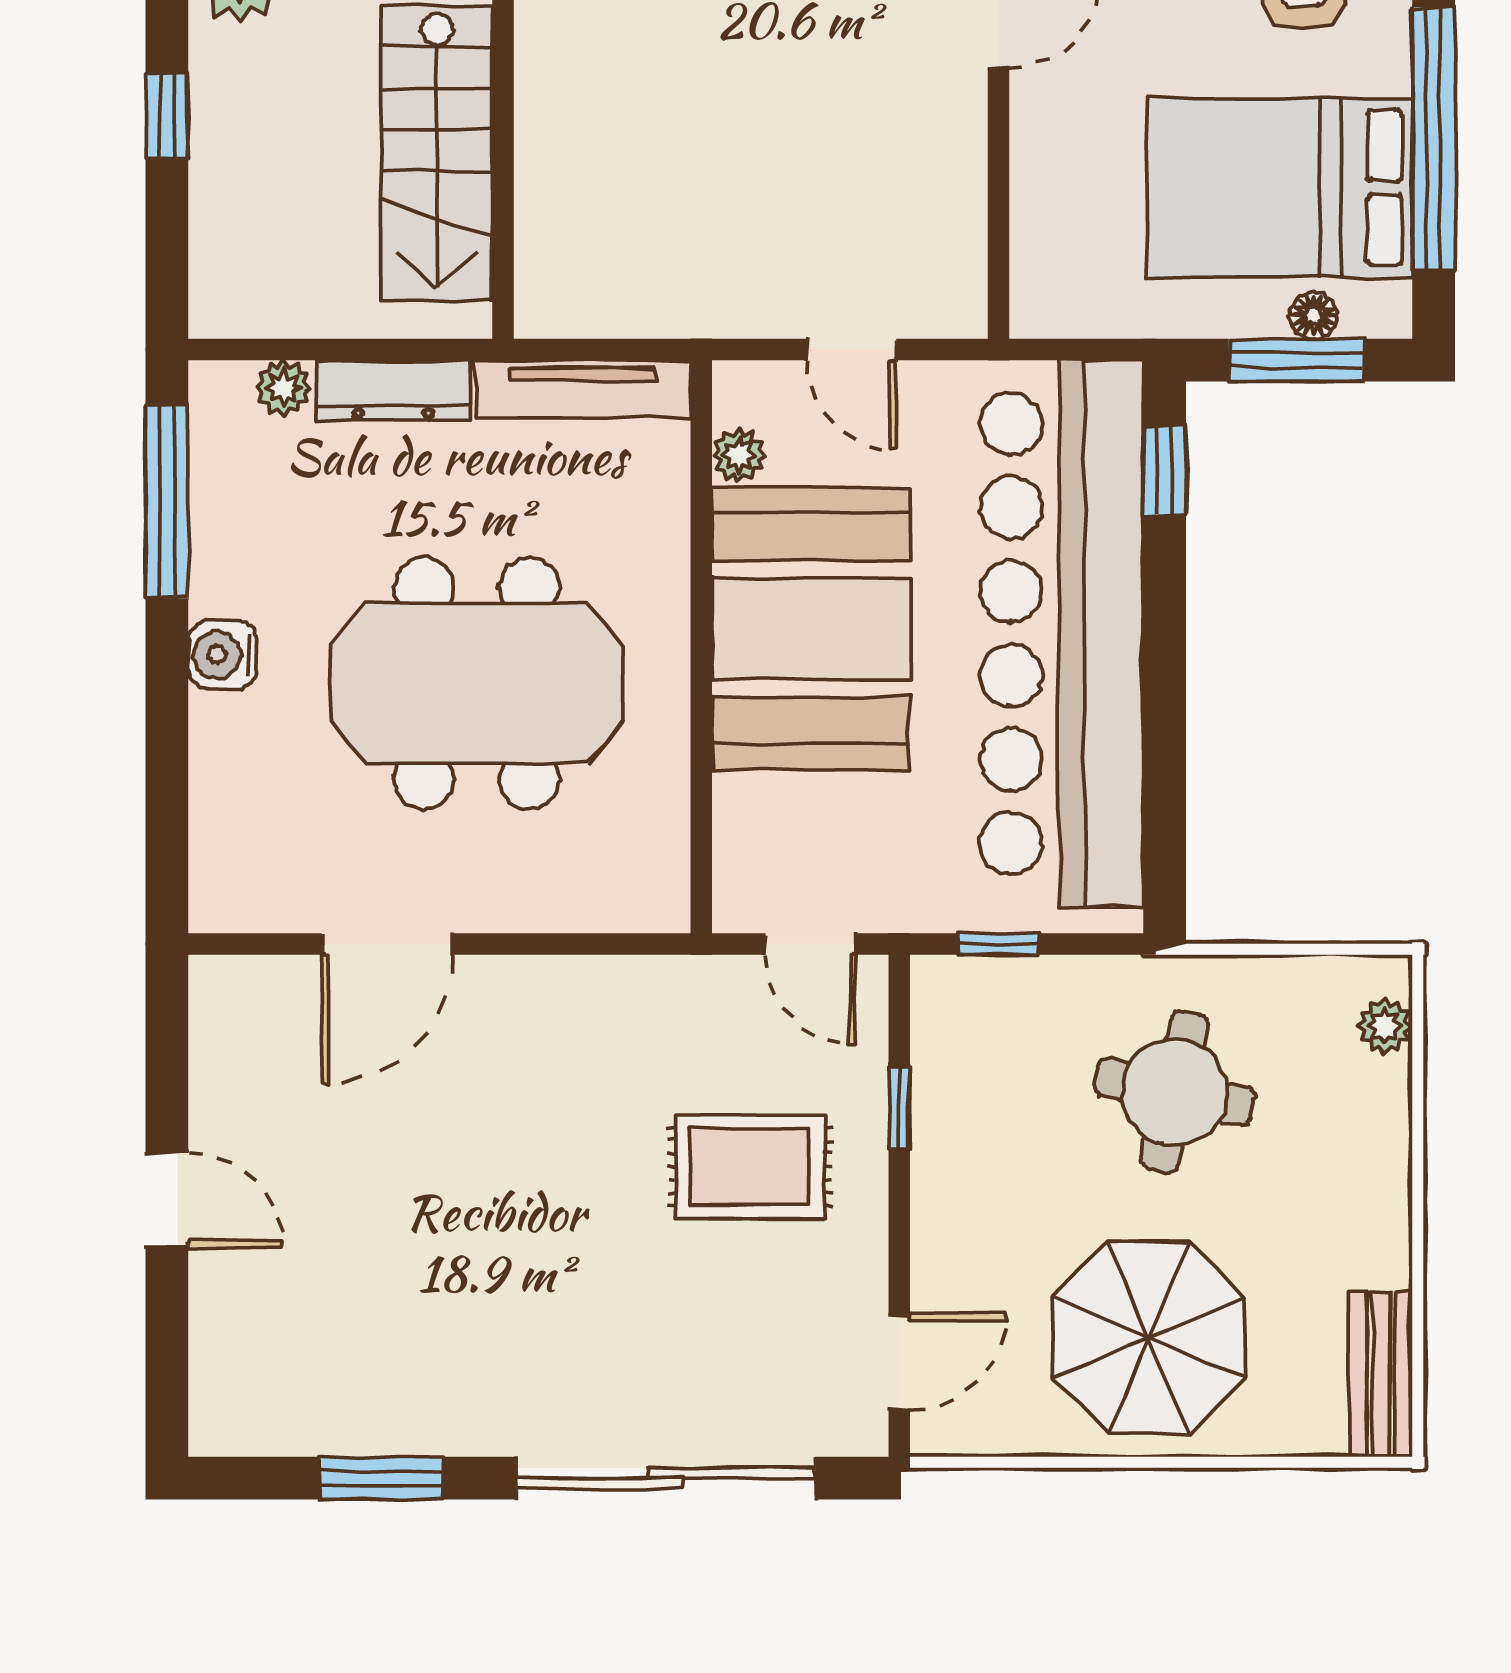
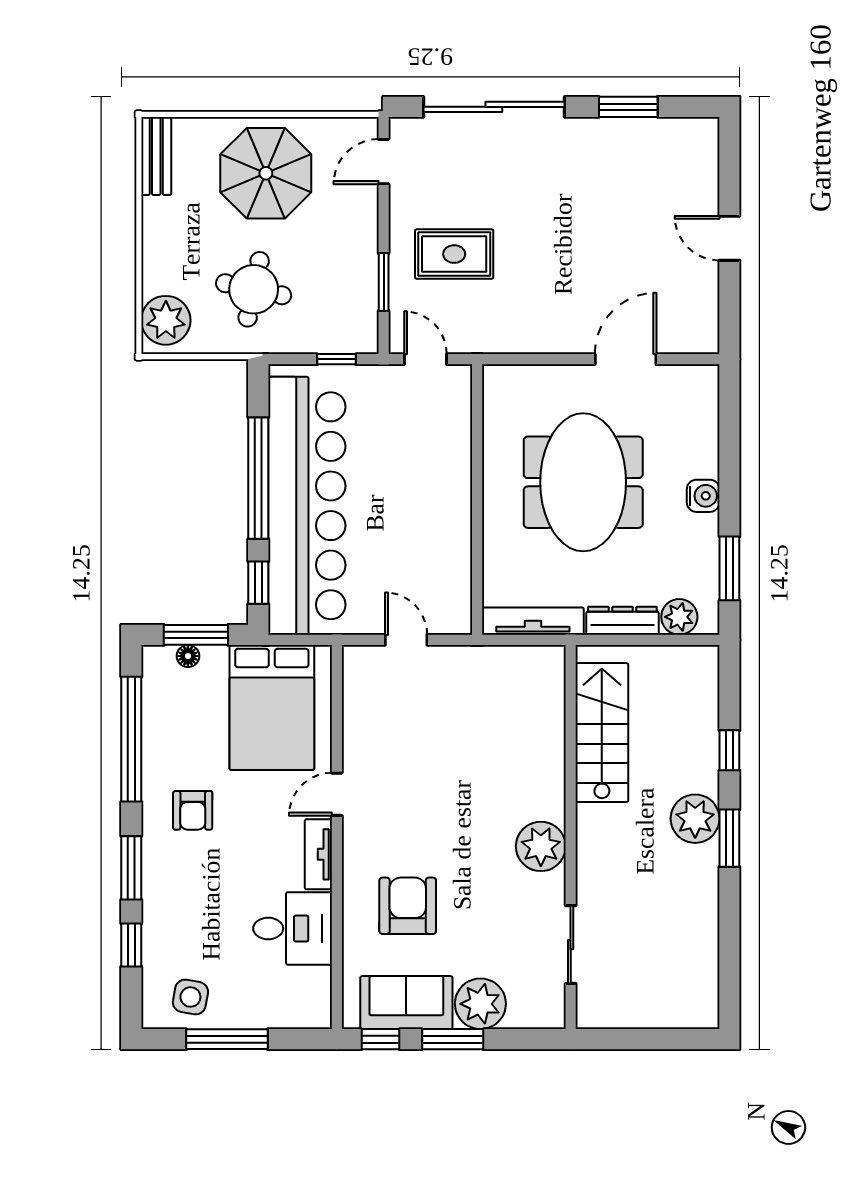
bed: (1280, 188) -> (272, 707), moved, turned 90
plant: (283, 388) -> (679, 617), width x1.38, depth x1.38
plant: (738, 455) -> (460, 590), removed
window: (167, 501) -> (729, 568), width x0.69
booth: (811, 628) -> (425, 508), removed
meeting table: (477, 683) -> (583, 482), turned 90
window: (1165, 692) -> (258, 478), added
plant: (1385, 1026) -> (166, 320), width x1.87, depth x1.87
window: (899, 1107) -> (384, 282), width x1.50

